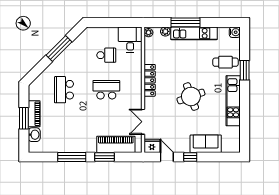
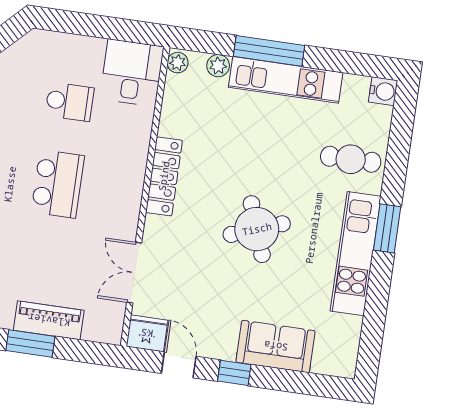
window: (245, 70) -> (387, 228), moved
school desk: (106, 90) -> (58, 184), turned 90
piano: (116, 144) -> (49, 320), width x0.73, depth x0.75

